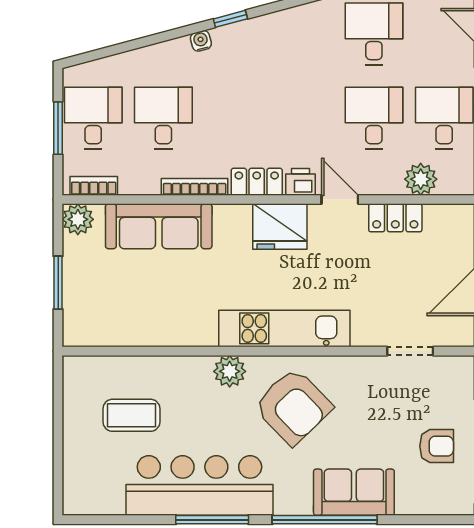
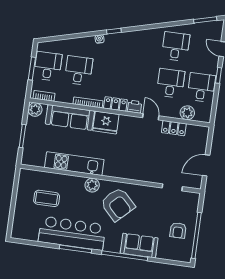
fridge: (280, 227) -> (106, 123), moved
kitchen unit: (284, 328) -> (74, 164), moved
armchair: (437, 446) -> (178, 230), turned 90

